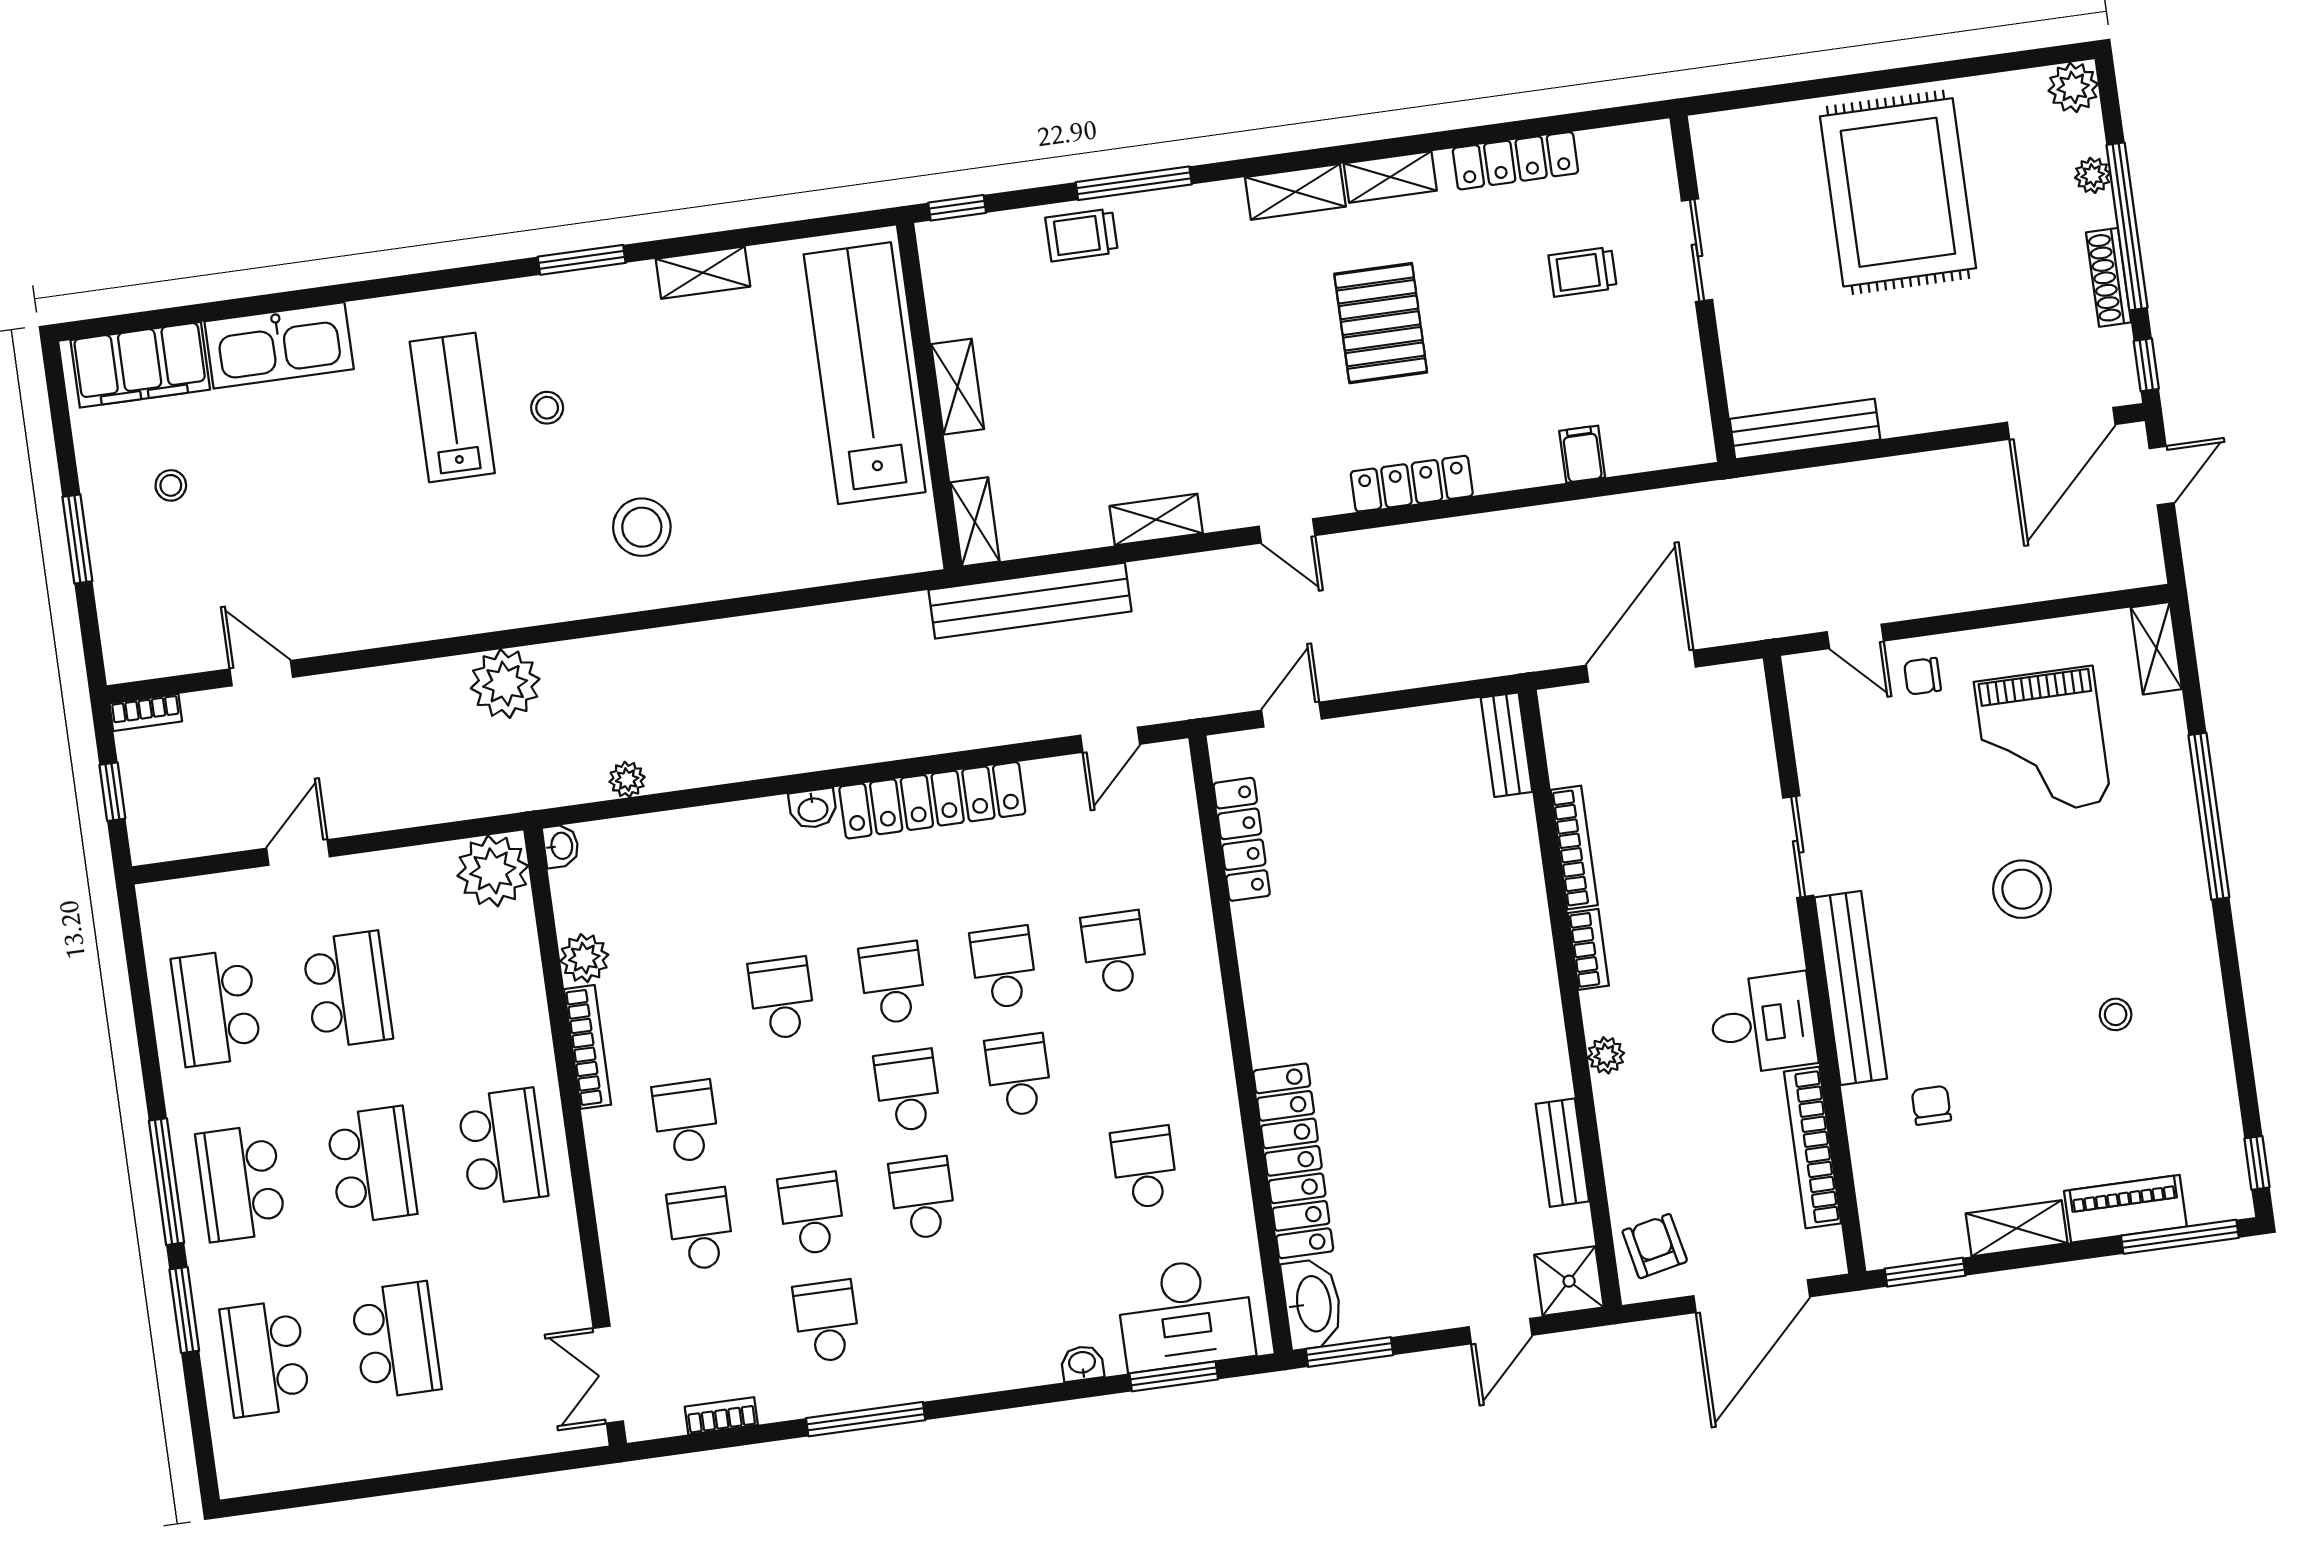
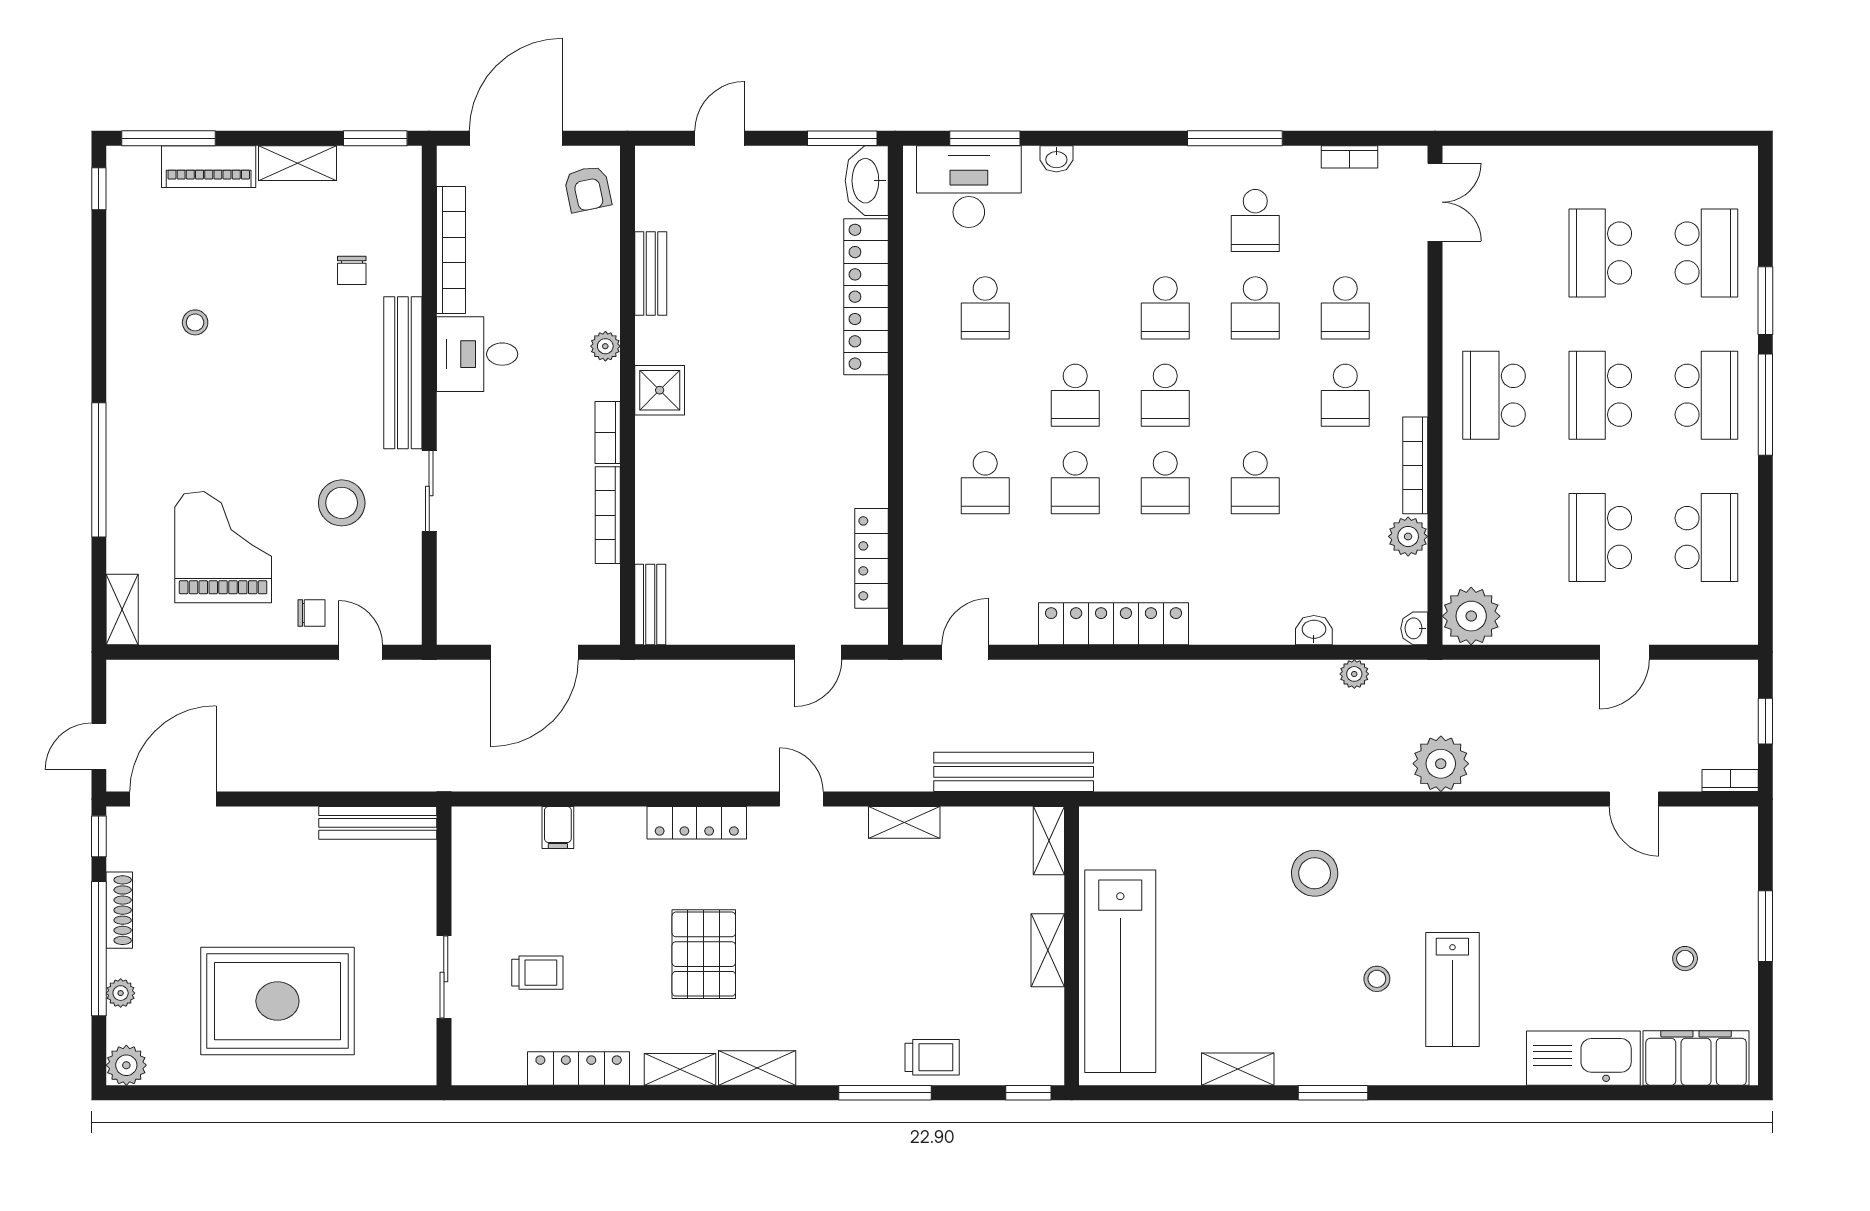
rug: (1898, 192) -> (277, 1001), turned 90
washbasin: (813, 809) -> (1314, 630), moved
stool: (2022, 889) -> (342, 503), moved
shower: (1569, 1281) -> (660, 390), moved

